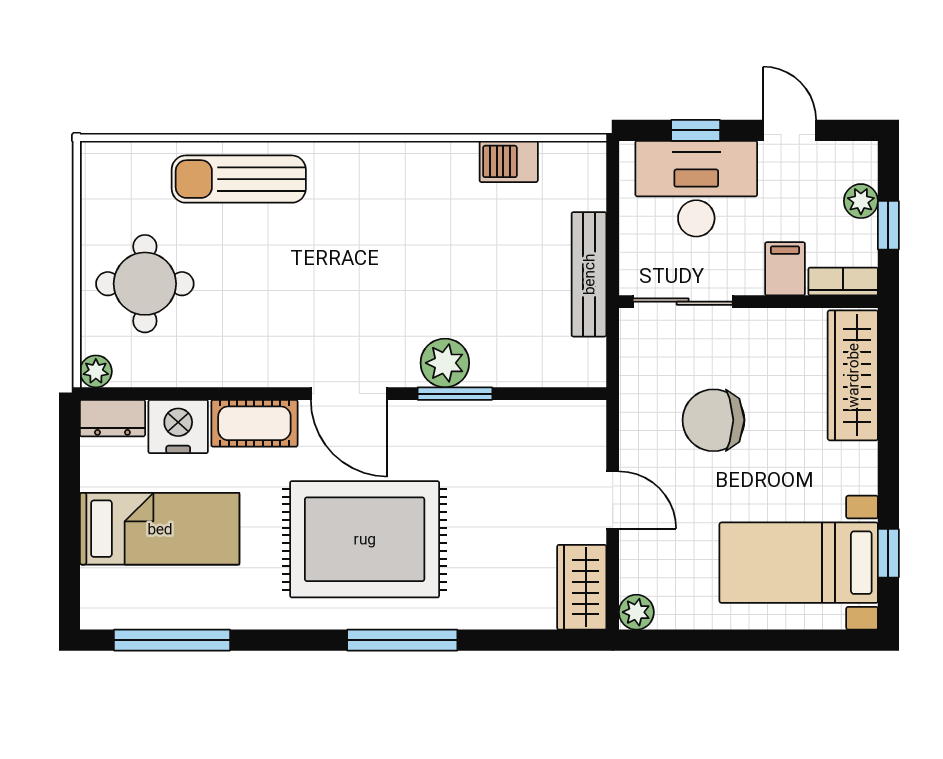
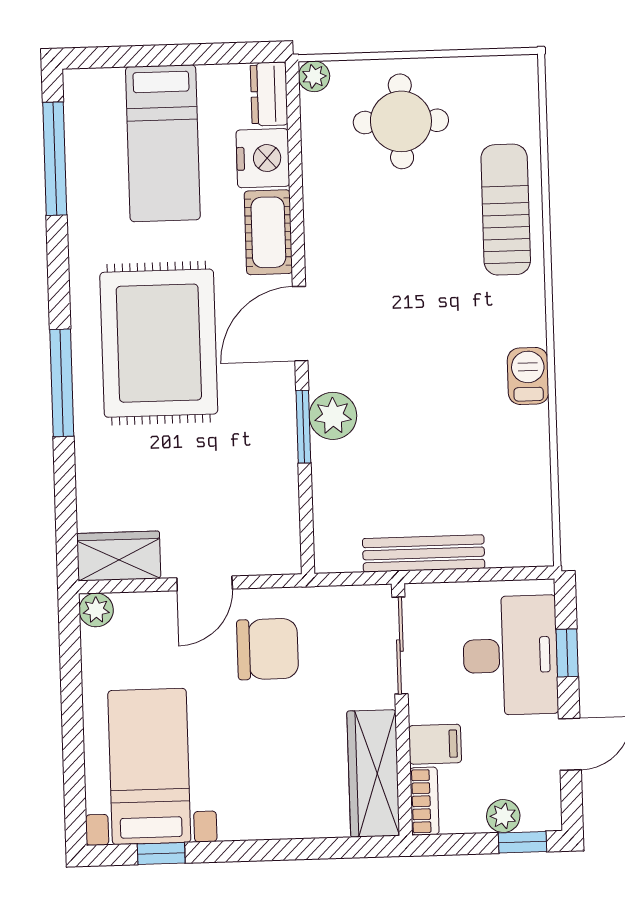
barbecue: (509, 161) -> (528, 376), moved
window: (888, 225) -> (522, 842), moved
wardrobe: (853, 375) -> (373, 773), moved, turned -90
chair: (713, 420) -> (268, 649), moved, turned 90

